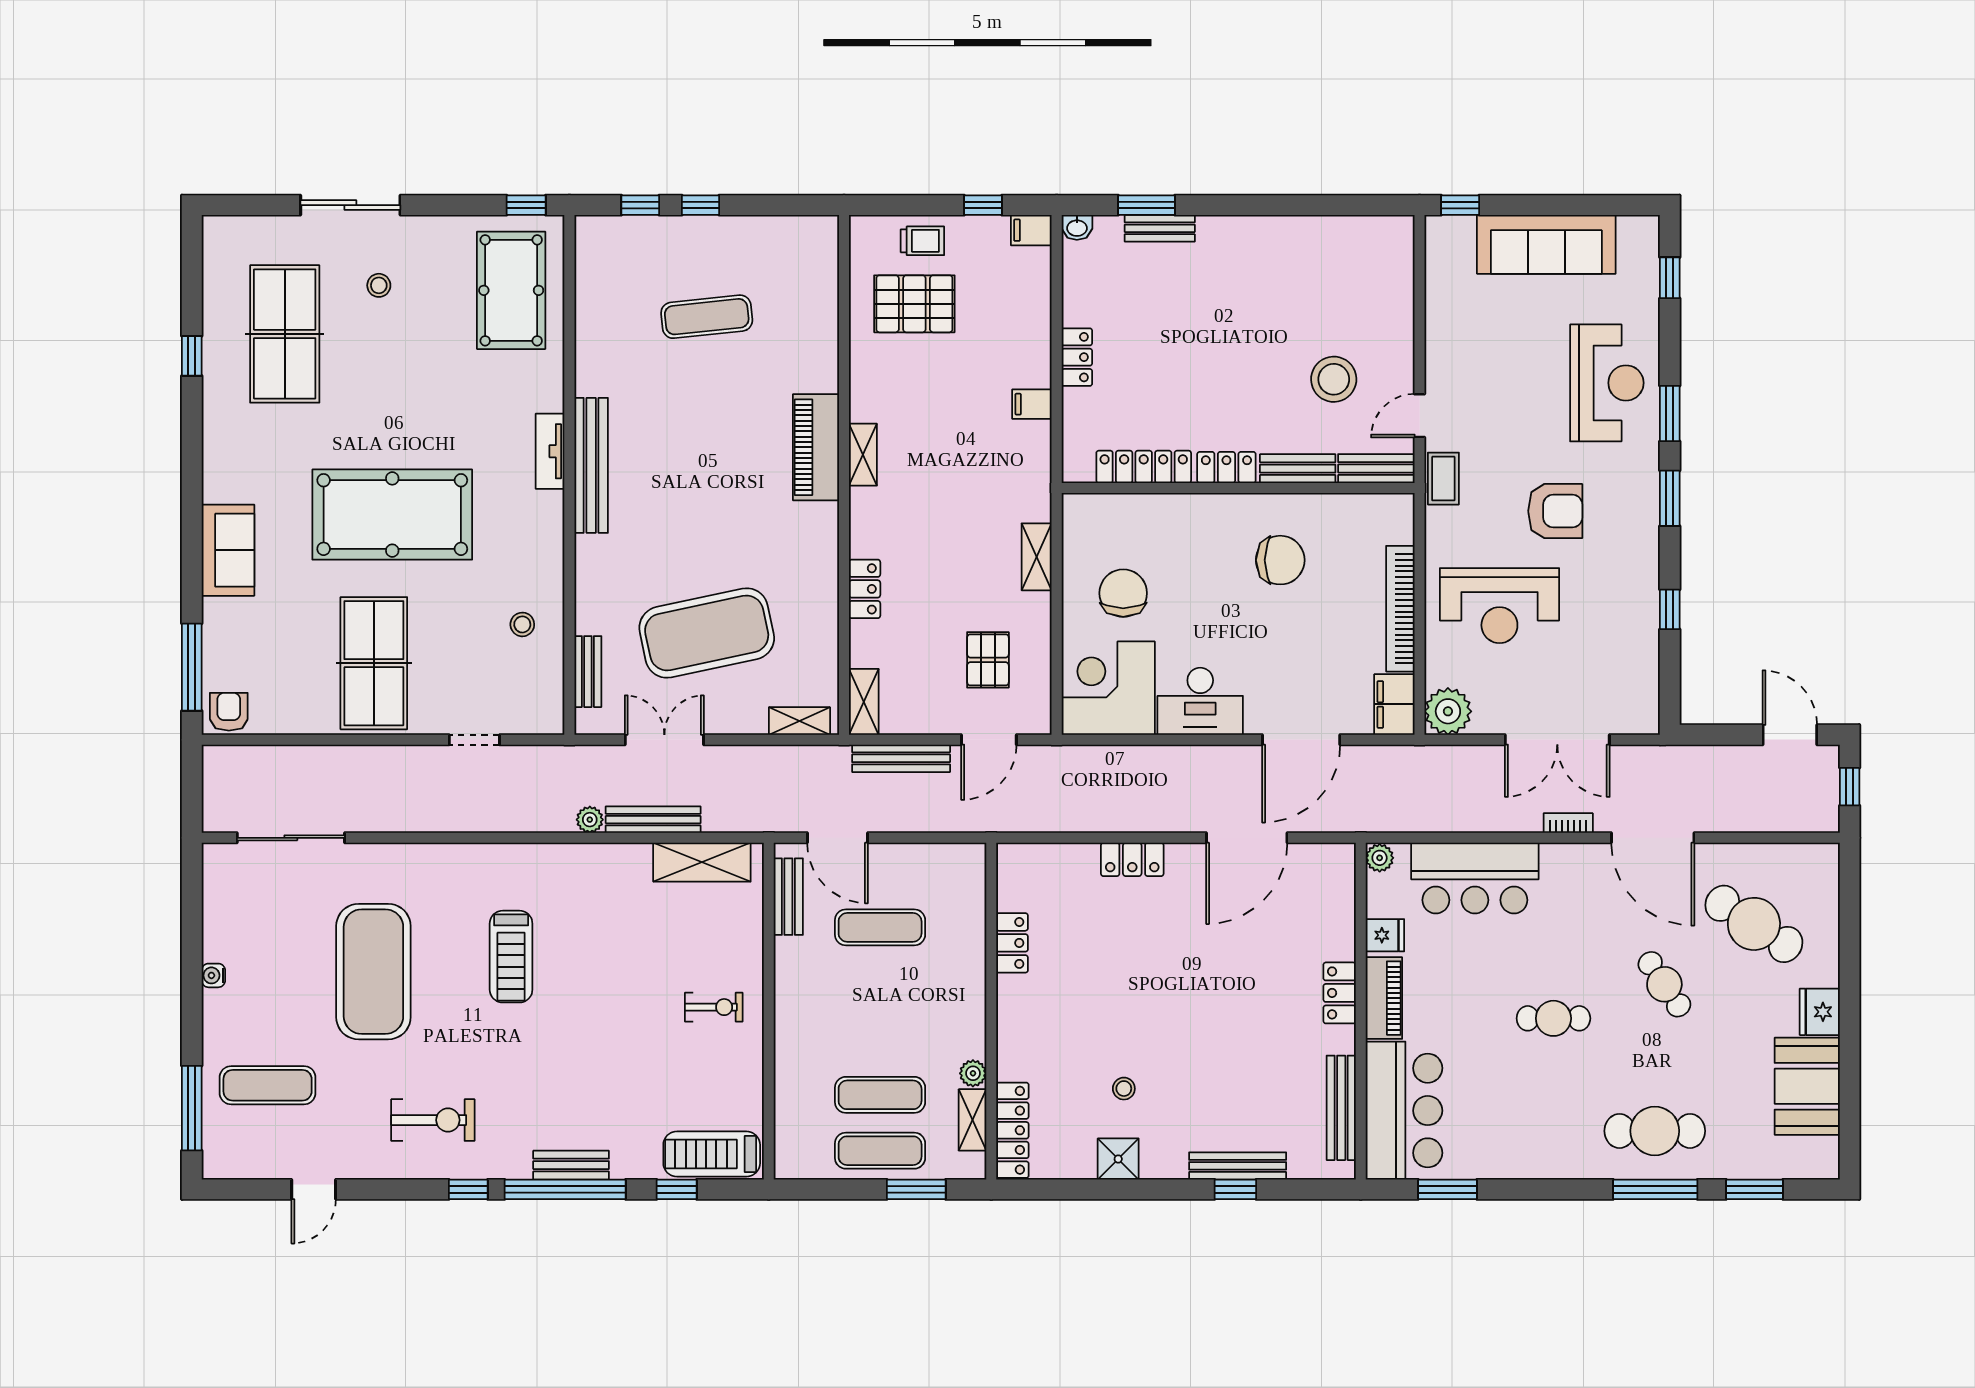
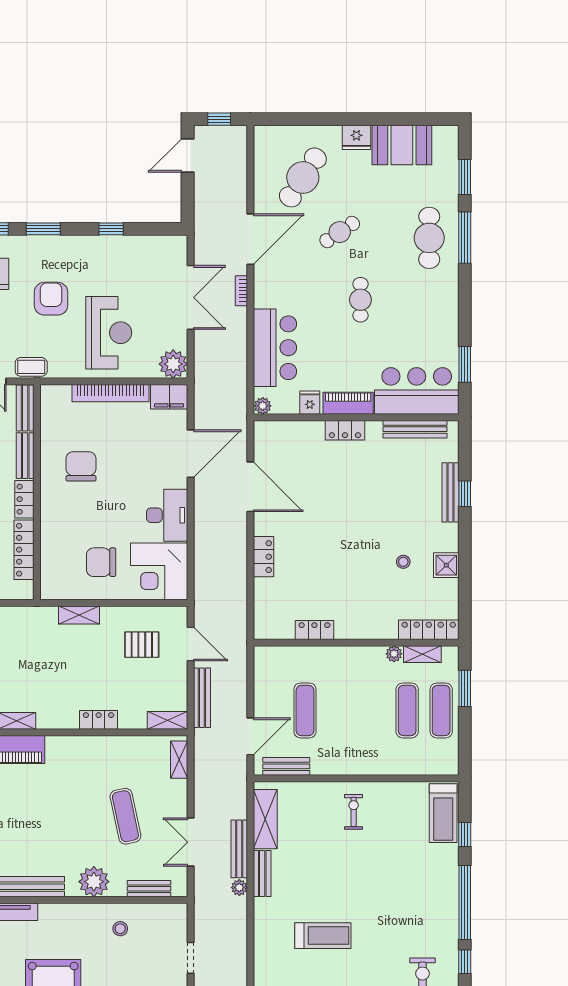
plant: (599, 581) -> (94, 882), added
exercise mat: (707, 633) -> (125, 816), width x0.50, depth x0.69
door: (1301, 740) -> (191, 454), hinge flipped
bench: (571, 1165) -> (262, 874), moved

